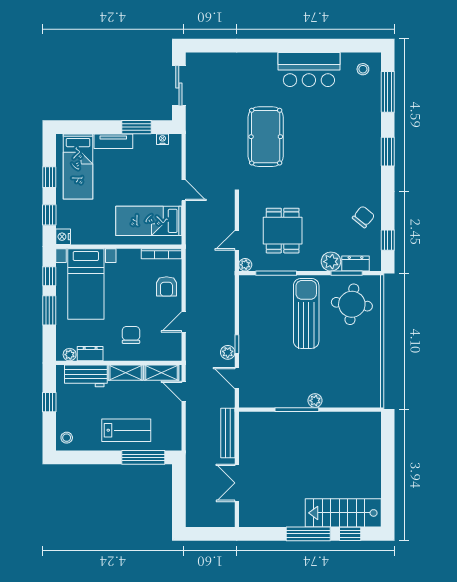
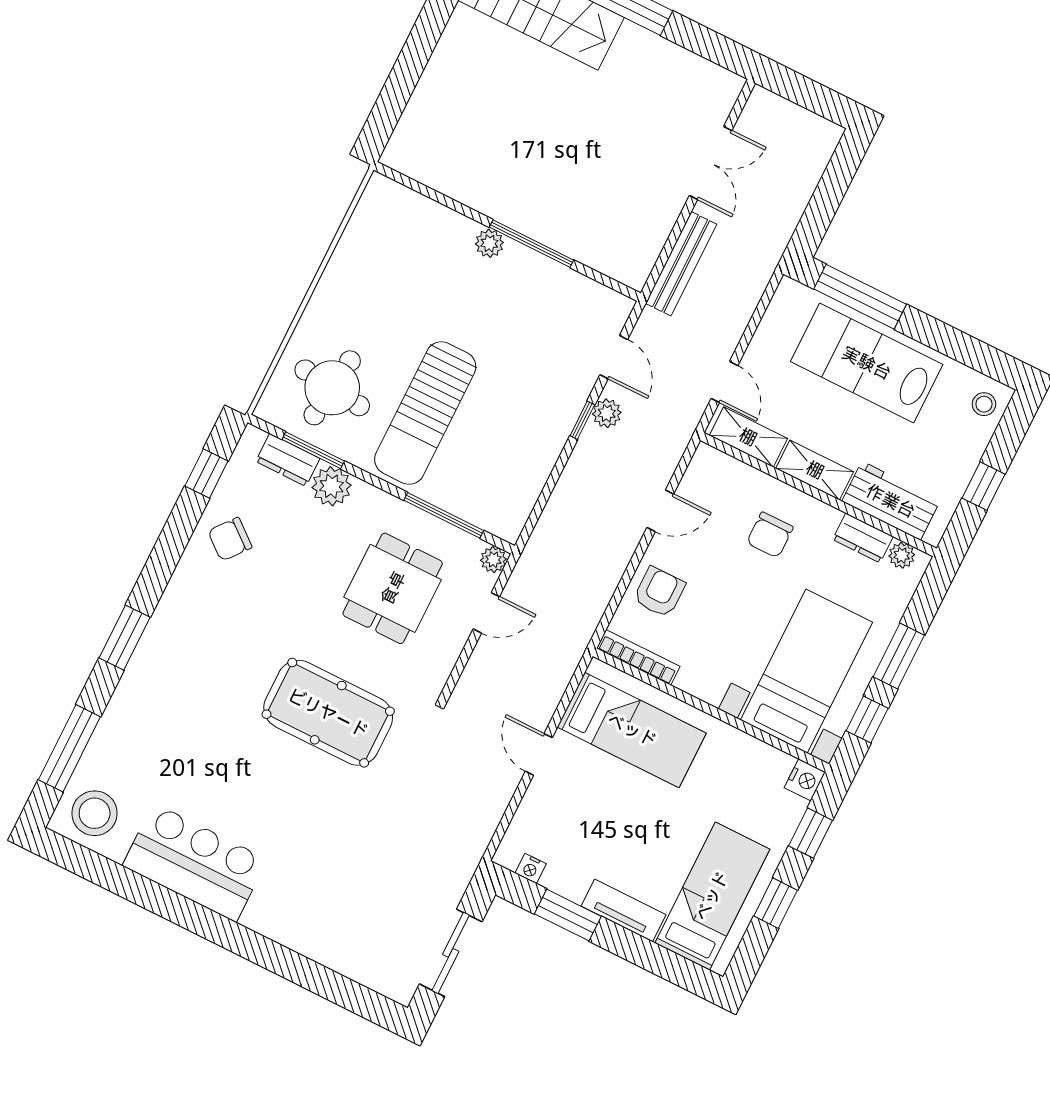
stool: (363, 69) -> (95, 813), width x1.89, depth x1.89
pool table: (266, 137) -> (328, 713), moved, turned 90
lab bench: (126, 430) -> (867, 363), width x1.36, depth x1.39

